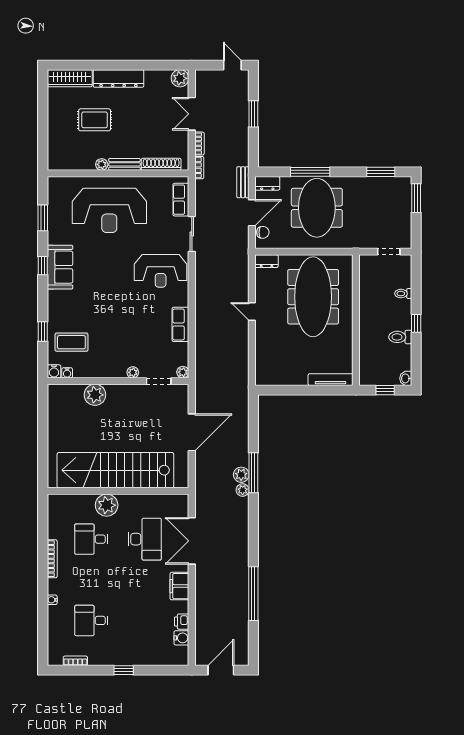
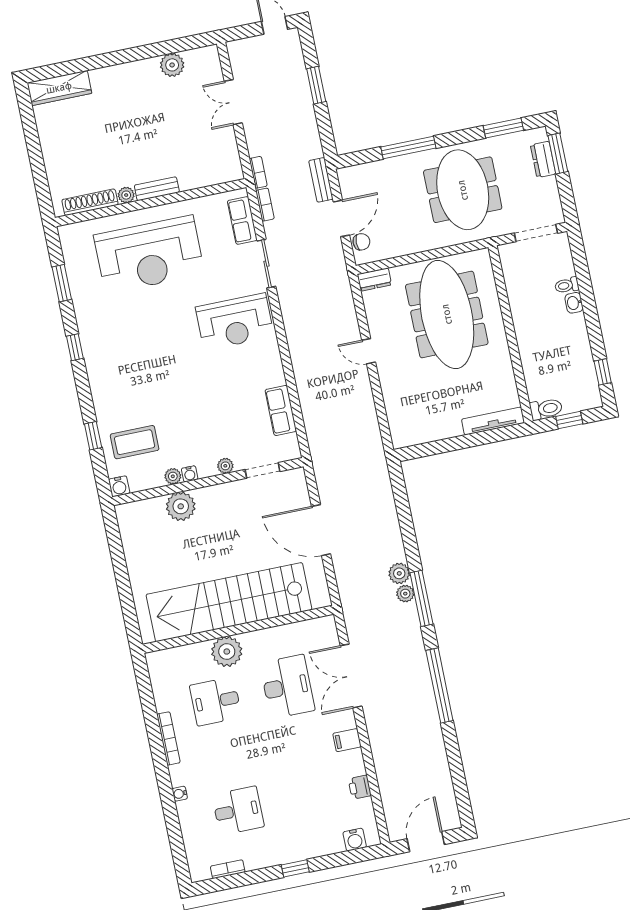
plant: (180, 78) -> (172, 65), moved
dresser: (118, 79) -> (125, 75), removed
rug: (95, 120) -> (104, 137), removed
bookcase: (199, 144) -> (265, 205), moved
shoe rack: (161, 164) -> (90, 202), moved
dresser: (267, 183) -> (543, 159), moved, turned 90
meeting table: (317, 208) -> (463, 190), moved
doorway: (389, 252) -> (536, 233), width x1.38
sofa: (60, 267) -> (98, 345), removed
window: (416, 323) -> (603, 372), moved
row of seats: (180, 324) -> (281, 410), moved
toilet: (400, 337) -> (546, 409), moved, turned 180
plant: (183, 372) -> (173, 476), moved
water cooler: (67, 373) -> (190, 474), moved
washbasin: (406, 378) -> (574, 303), moved
door: (192, 432) -> (321, 530), swing flipped
window: (253, 473) -> (422, 598), moved
filing cabinet: (179, 586) -> (347, 740), width x0.50
window: (253, 594) -> (439, 686), moved
desk: (91, 620) -> (238, 811), turned 180
water cooler: (181, 638) -> (355, 840), moved, turned 90

